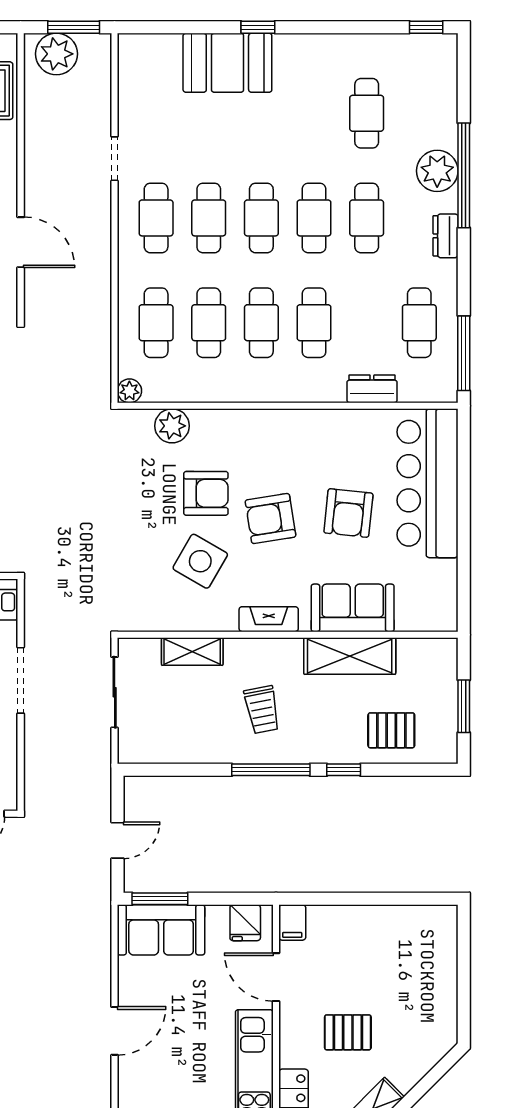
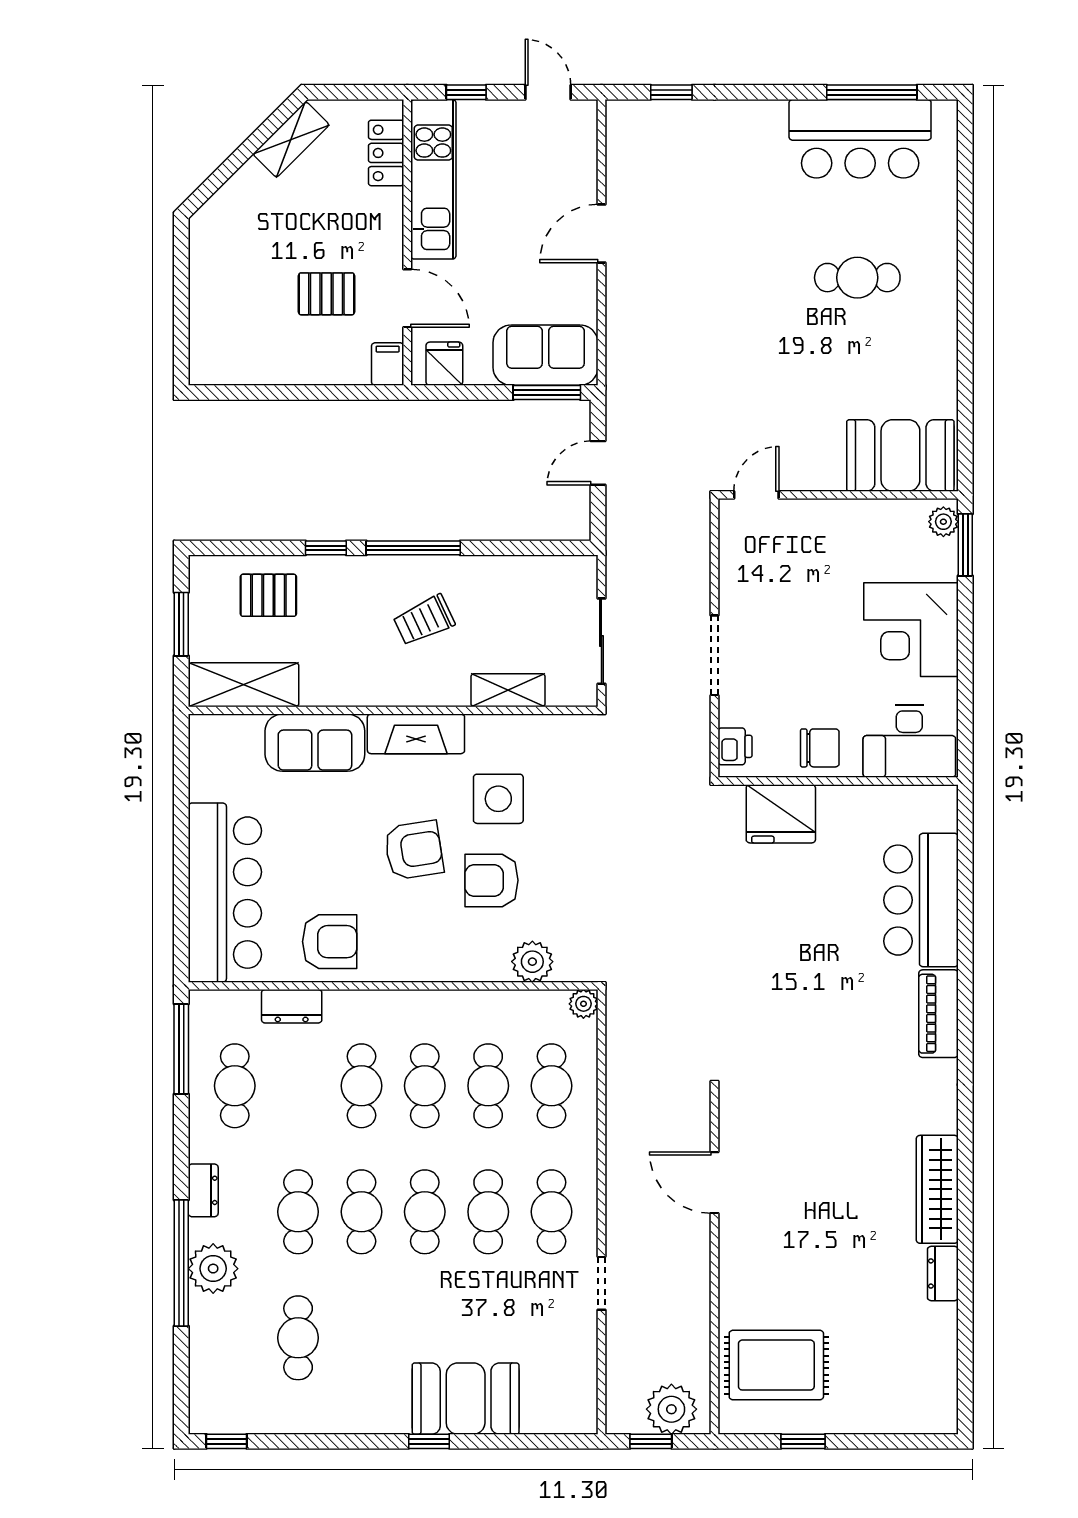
window: (74, 27) -> (651, 1441), width x0.67
armchair: (348, 513) -> (330, 942), moved, turned 84
side table: (200, 561) -> (498, 799), turned -30
fireplace: (269, 619) -> (416, 734), width x1.37, depth x1.32
shelving: (350, 656) -> (244, 685), moved
trolley: (262, 710) -> (424, 620), turned -104
pallet: (348, 1032) -> (326, 294), moved

